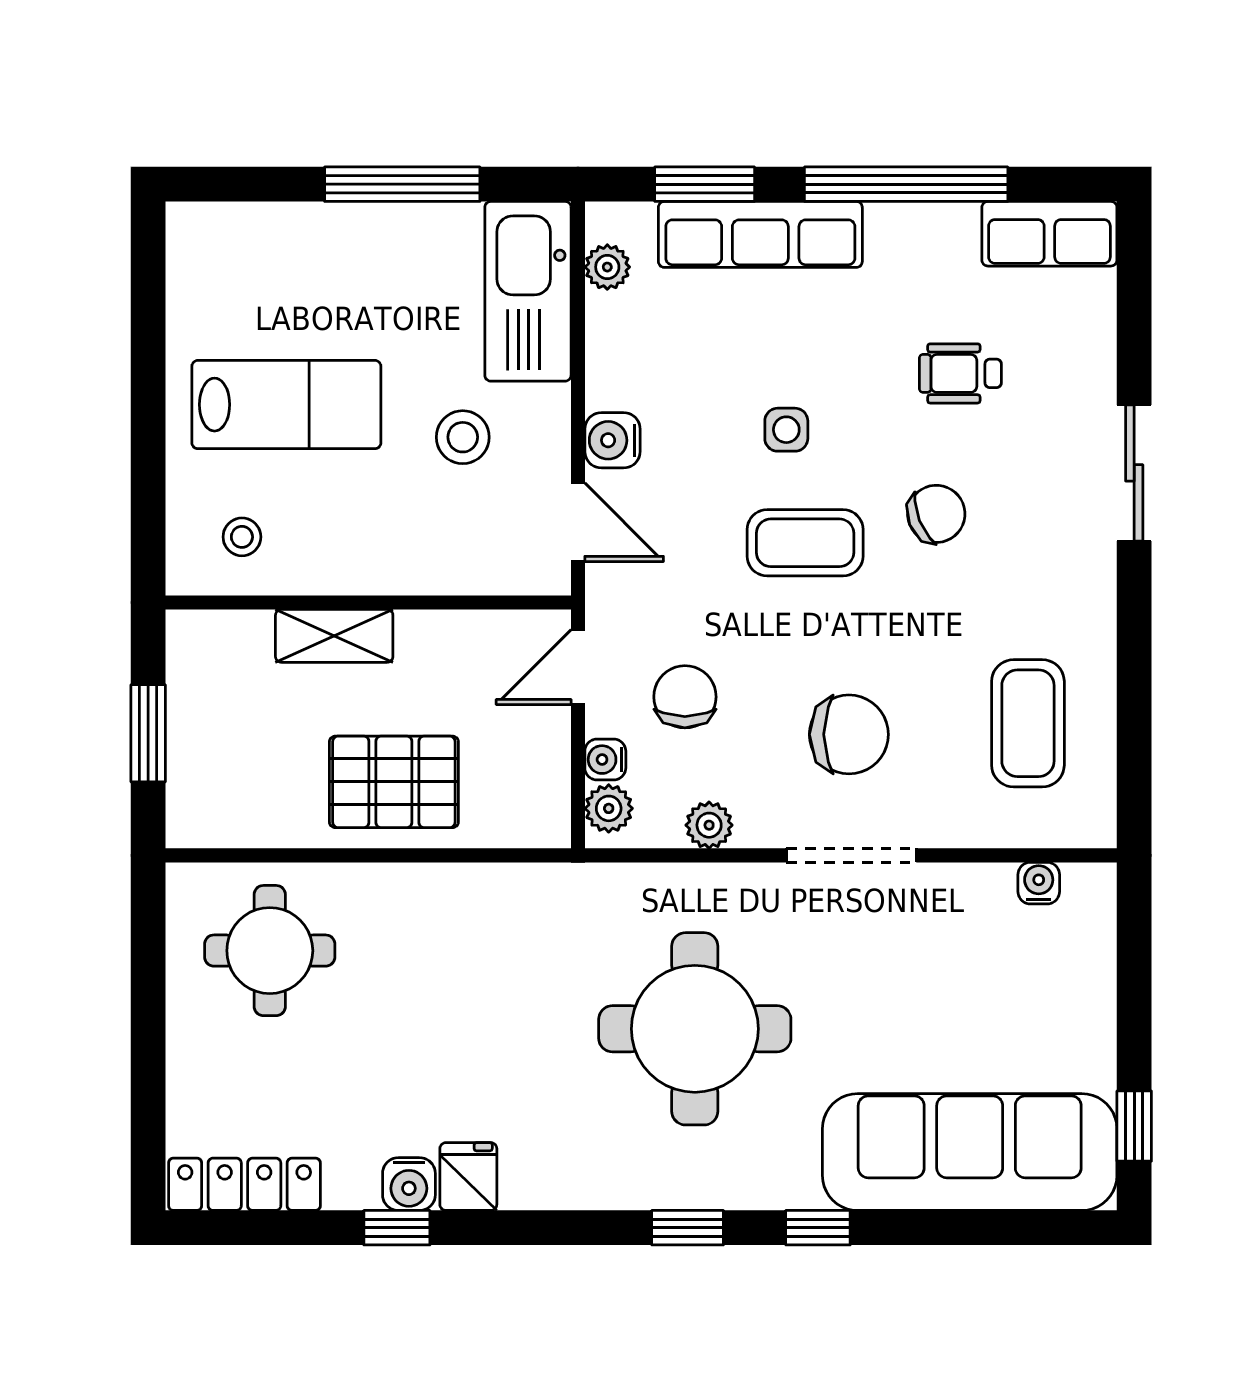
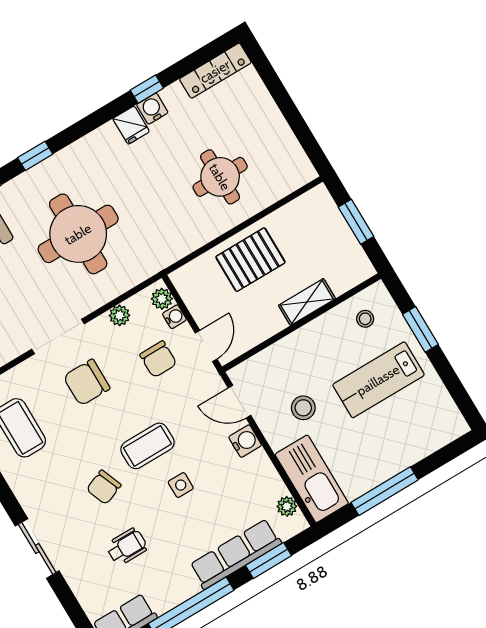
window: (148, 453) -> (420, 329), added
round table: (270, 951) -> (220, 177), moved

